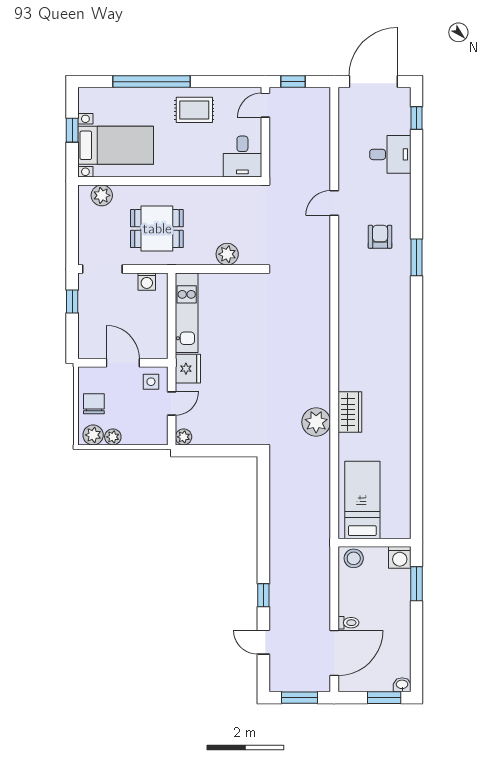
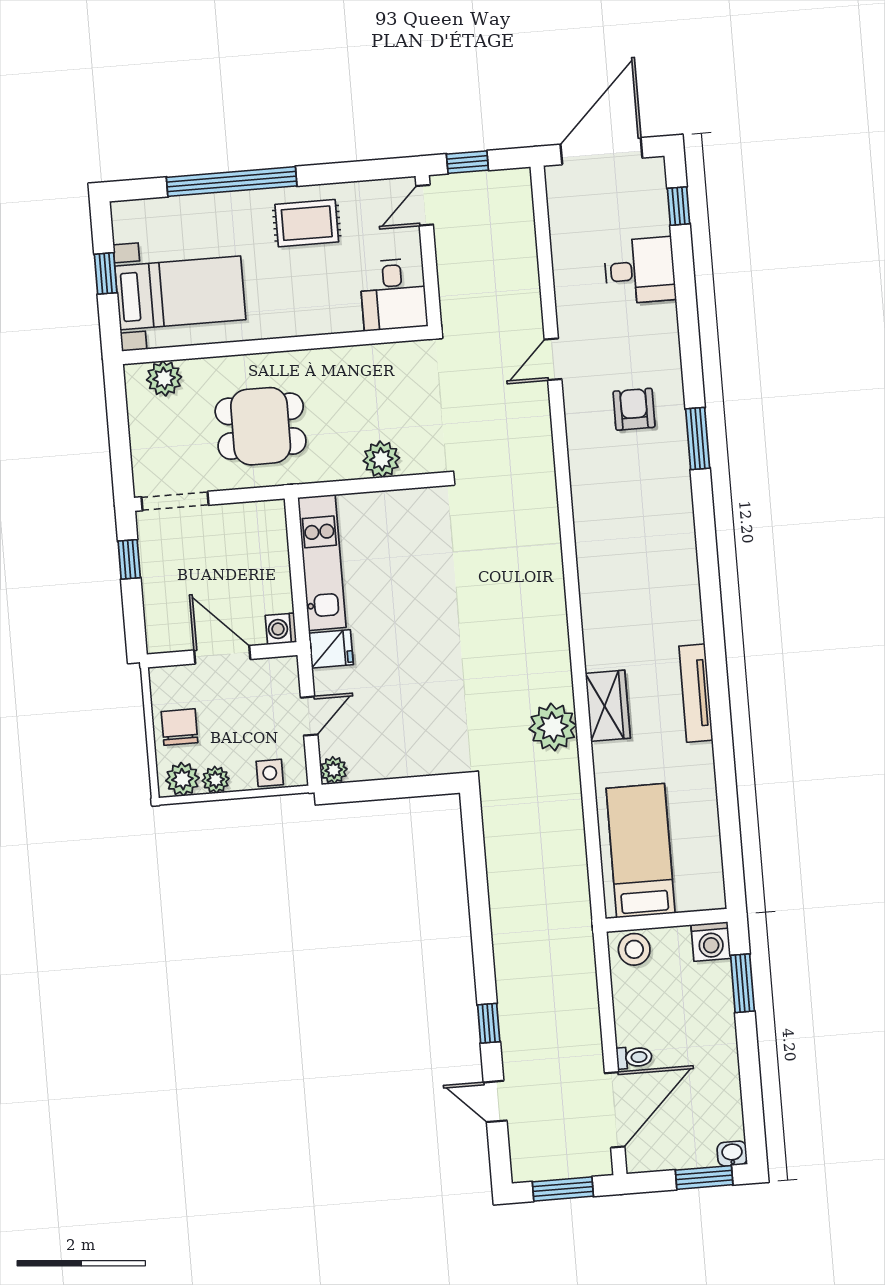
washing machine: (147, 282) -> (281, 629), moved, turned 90
fridge: (188, 369) -> (331, 649), width x0.72
side table: (151, 382) -> (270, 773), moved
tv unit: (403, 409) -> (696, 693), added

